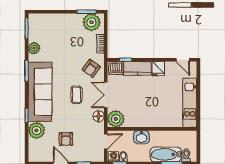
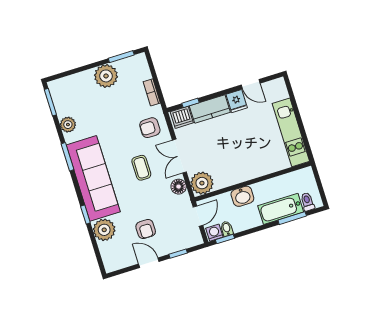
plant: (92, 22) -> (106, 76), moved
door: (183, 60) -> (251, 84), moved
armchair: (91, 68) -> (150, 128), turned 54

